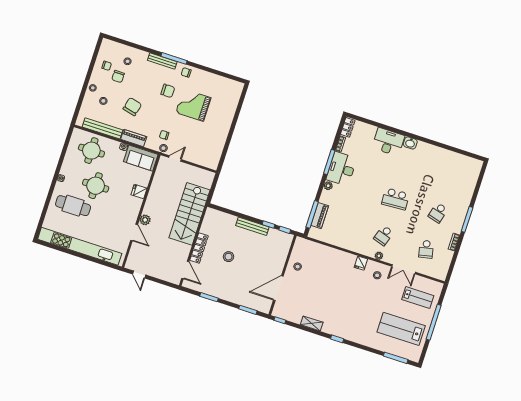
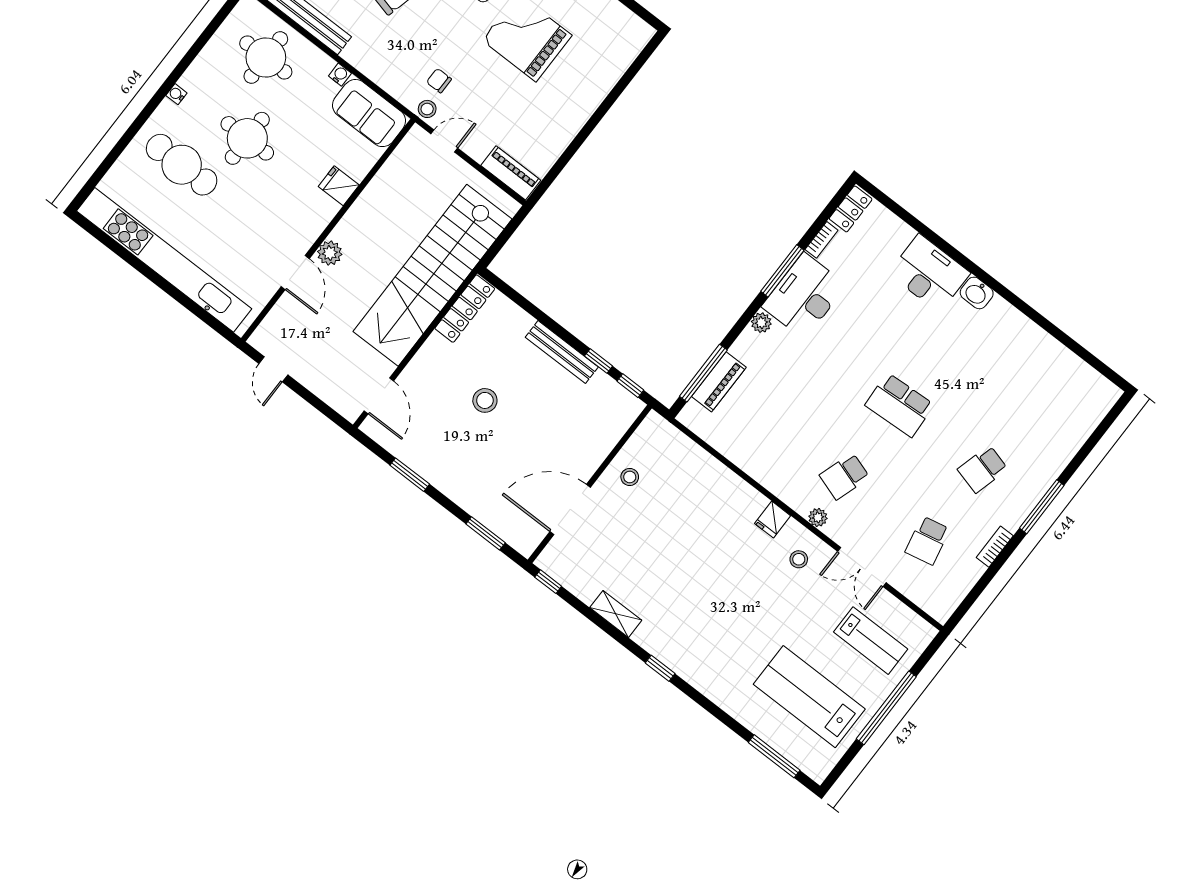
piano: (134, 138) -> (511, 173), moved
stairs: (189, 214) -> (432, 275), width x1.36
locker: (199, 248) -> (465, 309), moved

